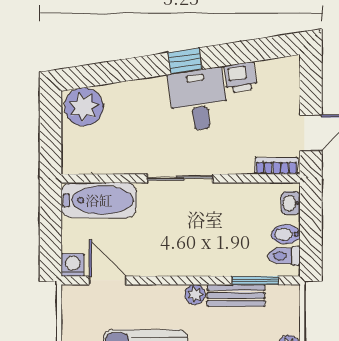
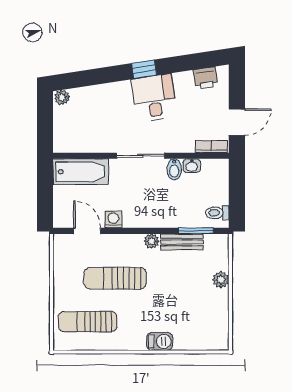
printer: (240, 77) -> (206, 78), moved
plant: (84, 107) -> (62, 97), width x0.53, depth x0.53
washbasin: (291, 203) -> (192, 166), moved, turned -90
bidet: (286, 234) -> (174, 169), moved, turned -90
washing machine: (73, 265) -> (113, 220), moved

